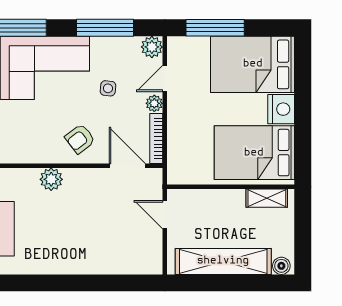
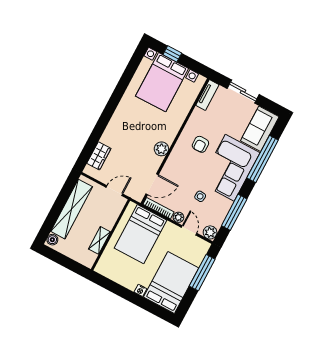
nightstand: (281, 109) -> (140, 290), width x0.53, depth x0.56
armchair: (80, 139) -> (200, 144), moved, turned -143
bed: (254, 153) -> (140, 234), moved, turned 180
plant: (51, 179) -> (161, 149), moved
shelving: (267, 198) -> (100, 240), moved
wardrobe: (127, 263) -> (99, 156), added

